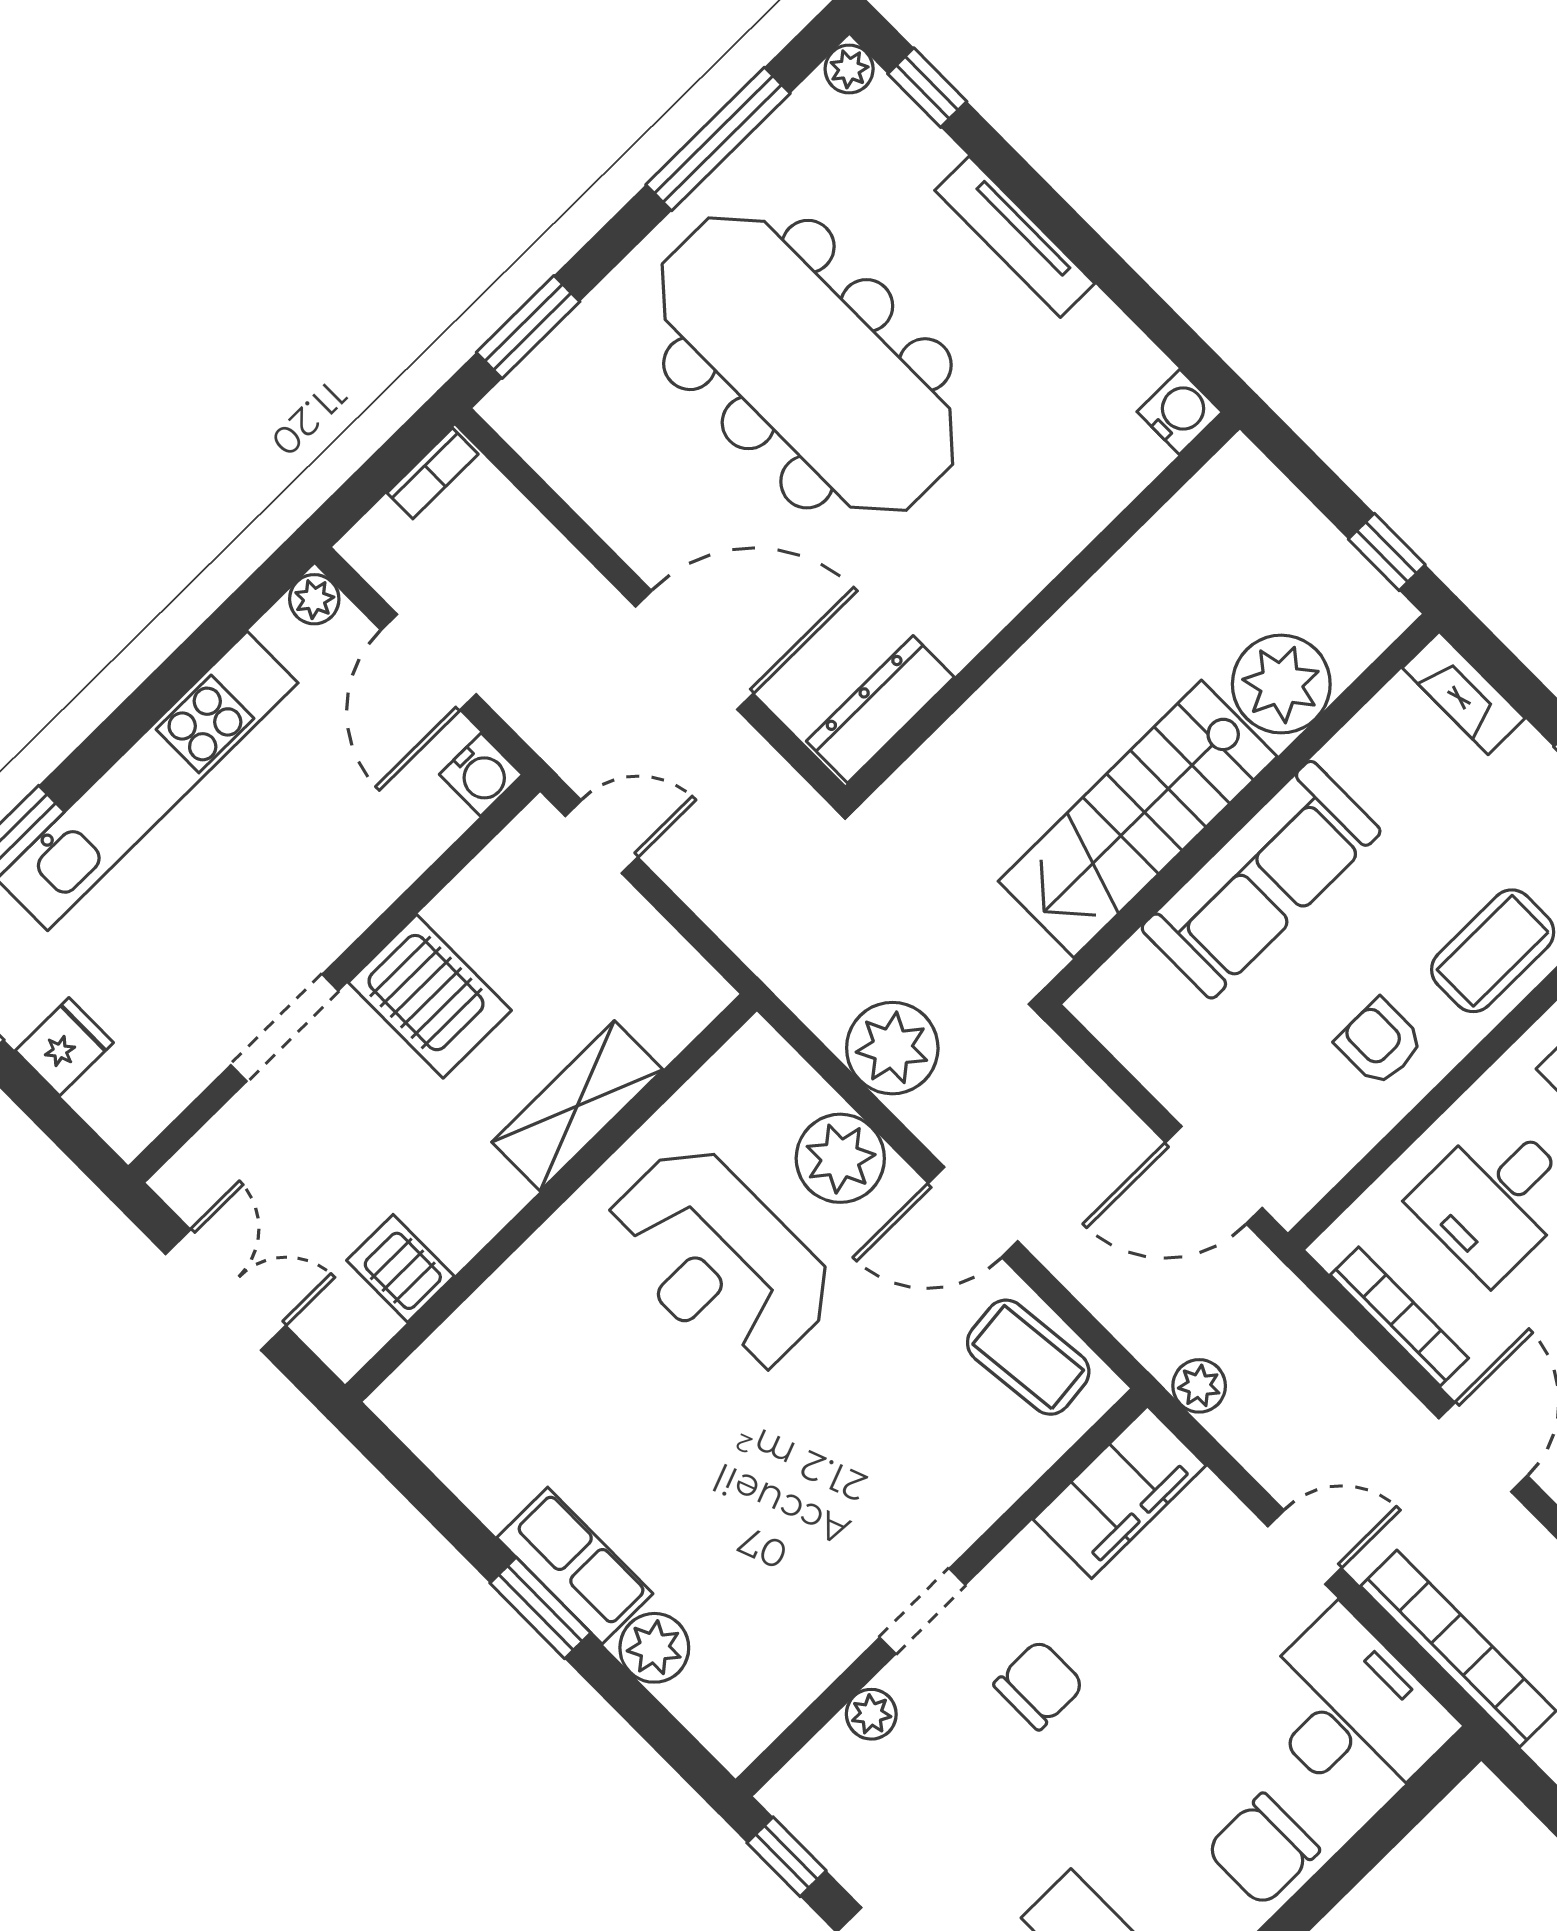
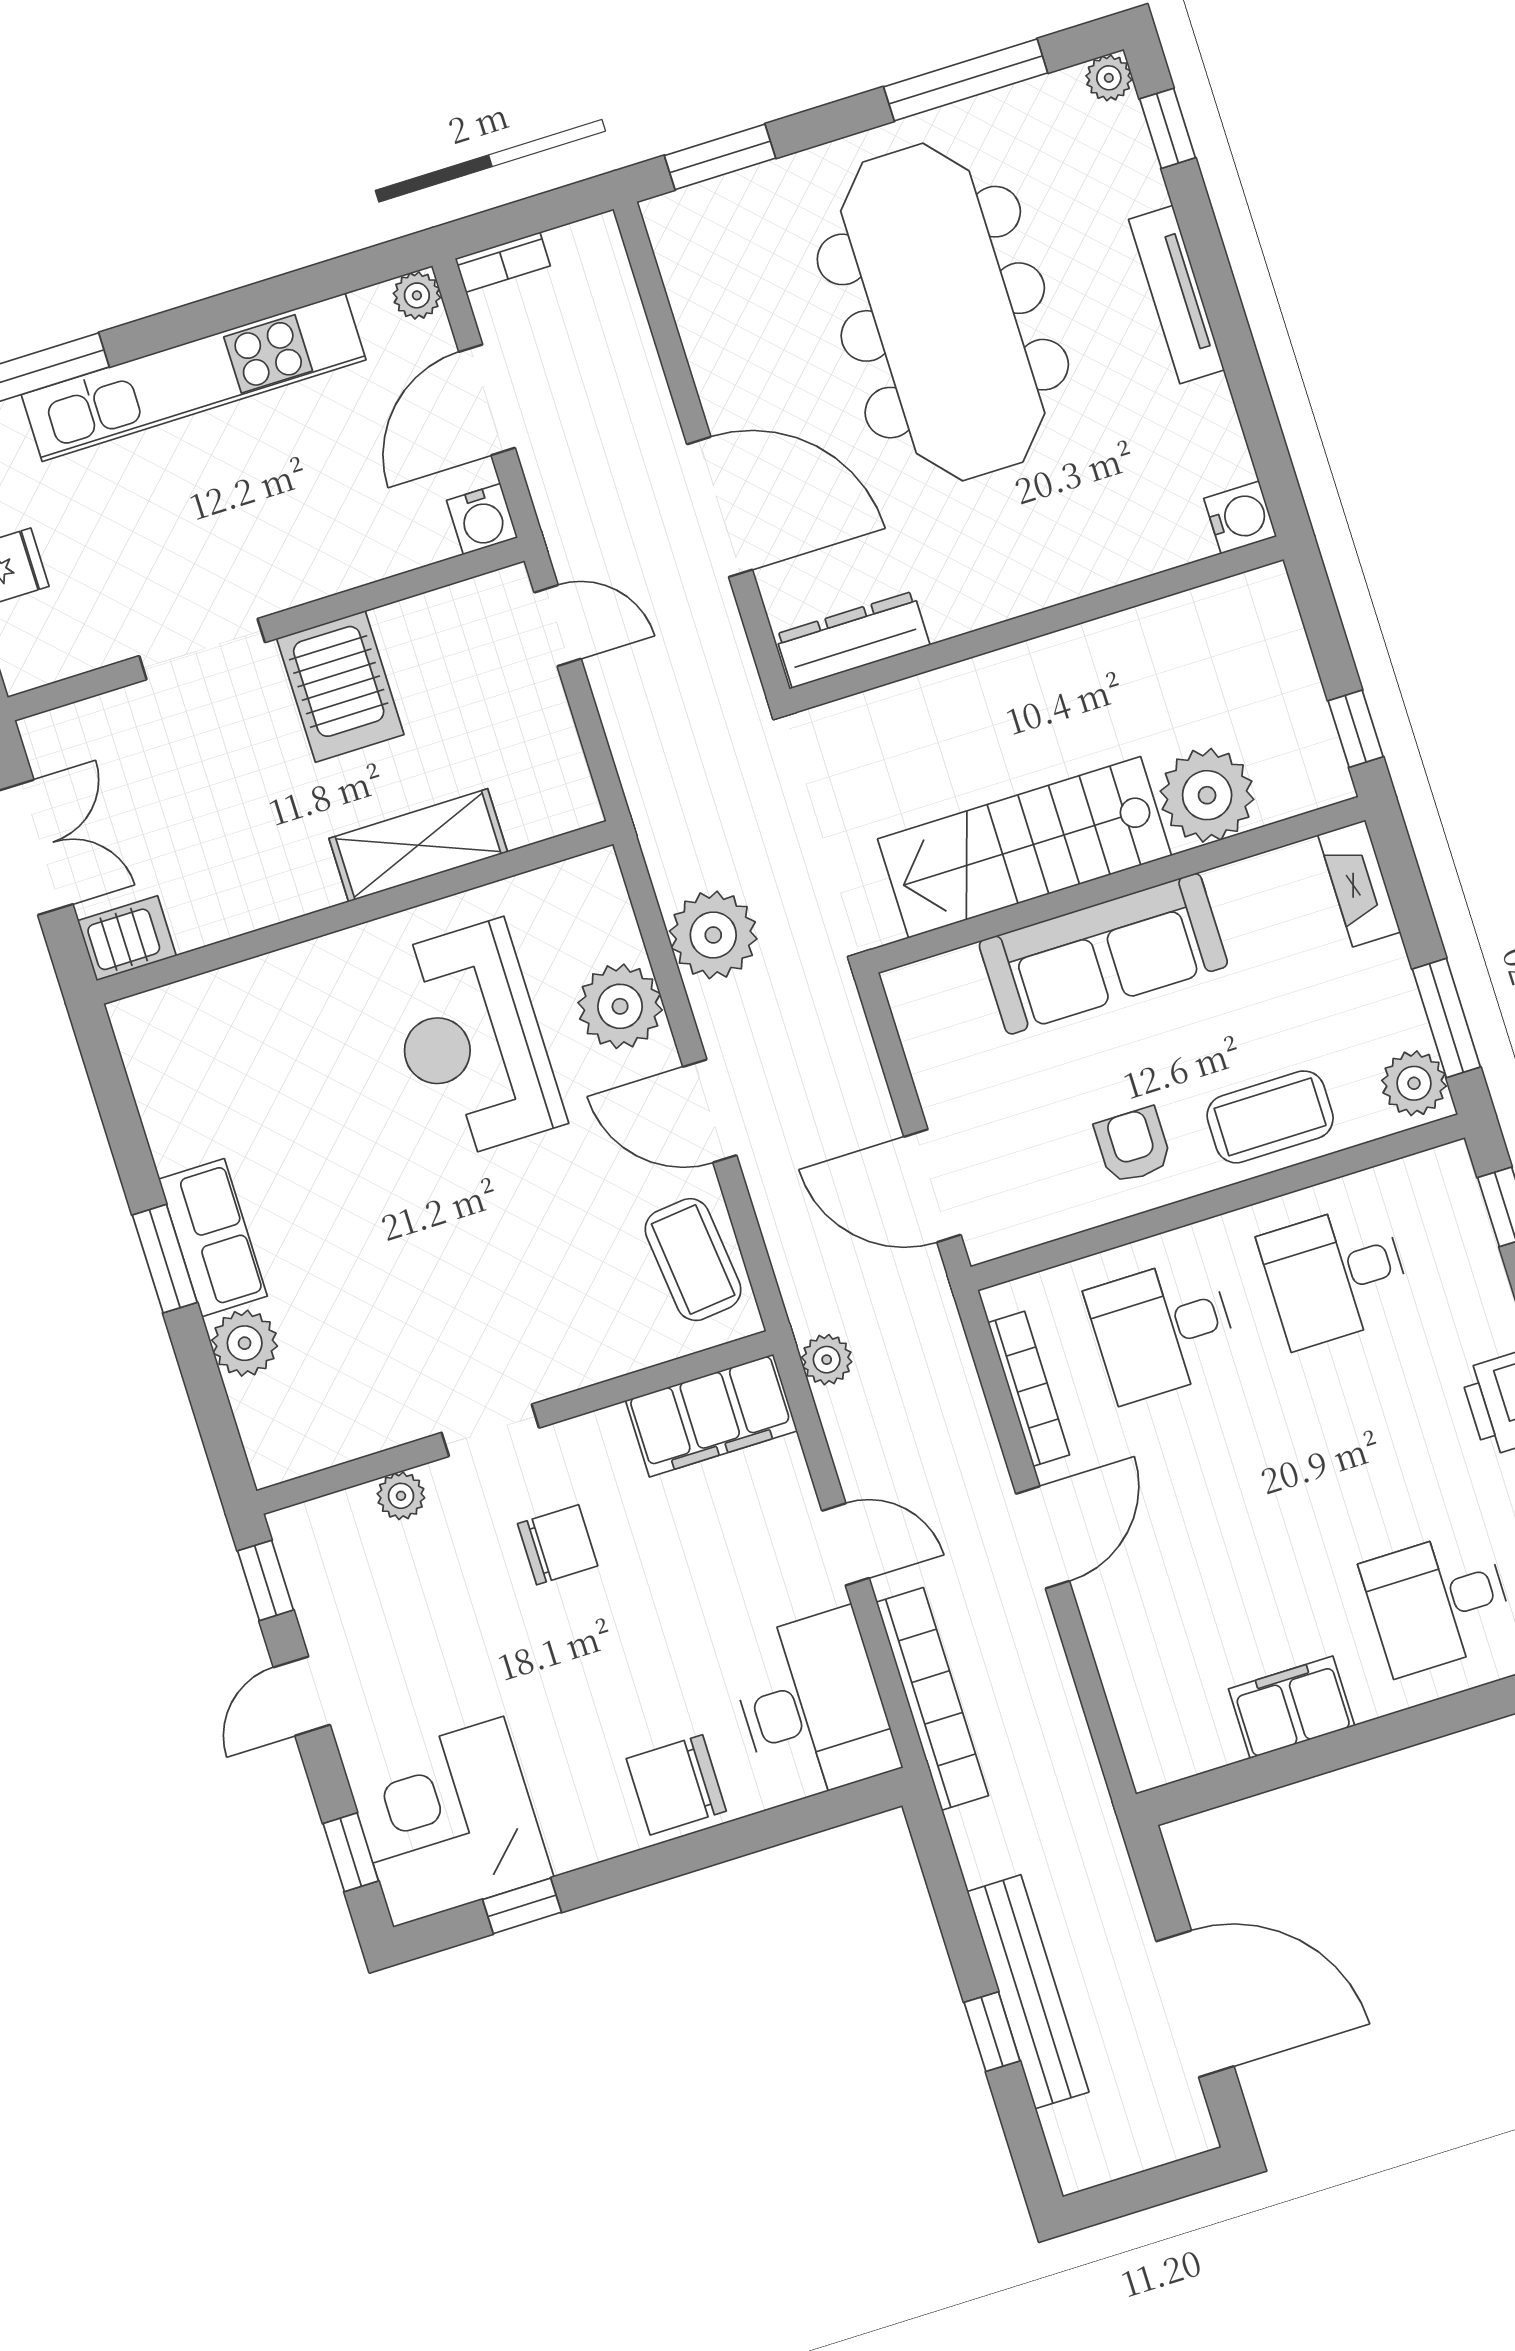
bookcase: (433, 473) -> (503, 262), moved
server rack: (400, 1268) -> (127, 938), moved, turned 90

